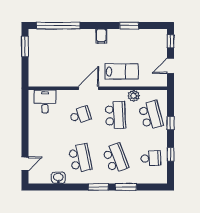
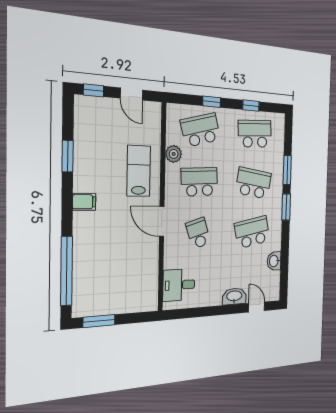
washbasin: (34, 145) -> (234, 296), added
school desk: (115, 158) -> (253, 183), turned 30
school desk: (151, 158) -> (255, 134), width x1.85

